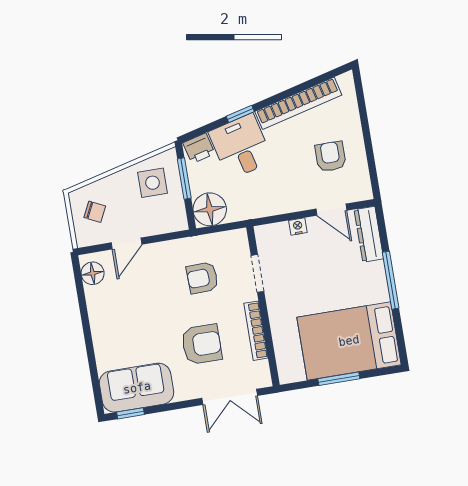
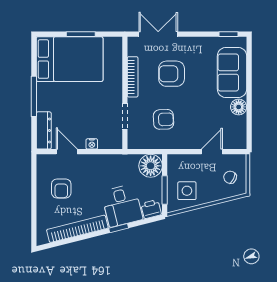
floor lamp: (93, 273) -> (239, 107), moved
sofa: (137, 388) -> (232, 73), moved, turned 90

